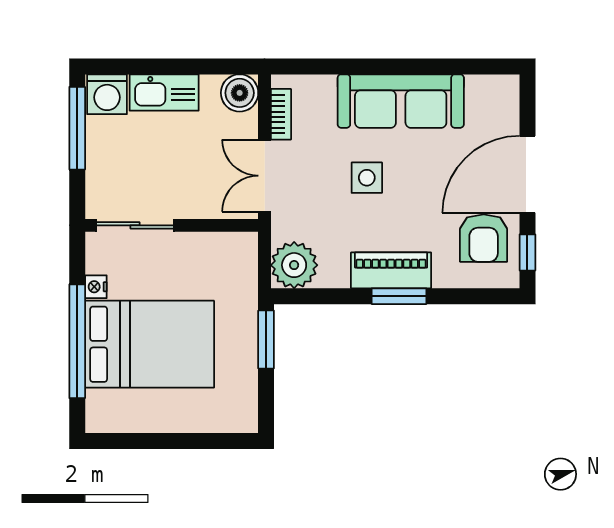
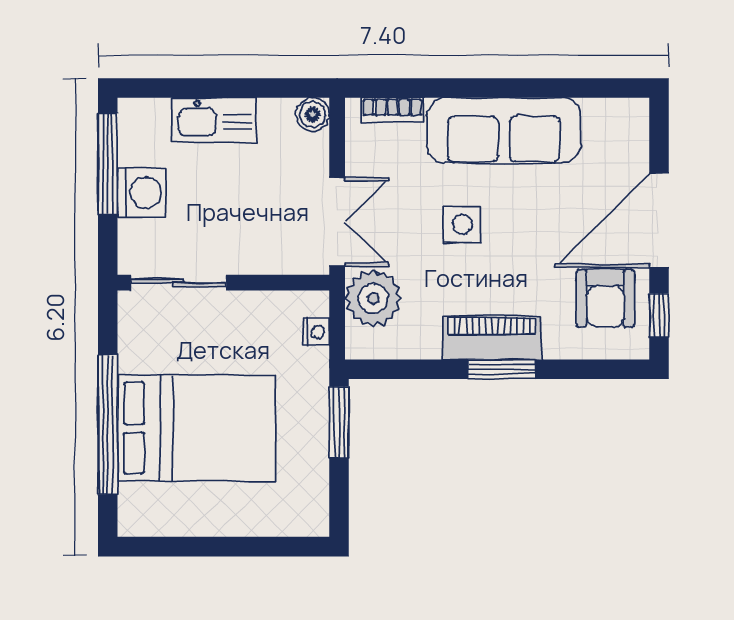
boiler: (240, 93) -> (313, 114), width x0.73, depth x0.73
washing machine: (107, 94) -> (142, 193), moved, turned -90
bookcase: (281, 114) -> (392, 110), moved, turned 90
double door: (265, 176) -> (337, 222), swing flipped
plant: (294, 265) -> (373, 298), moved
nightstand: (96, 287) -> (316, 332), moved, turned 180

